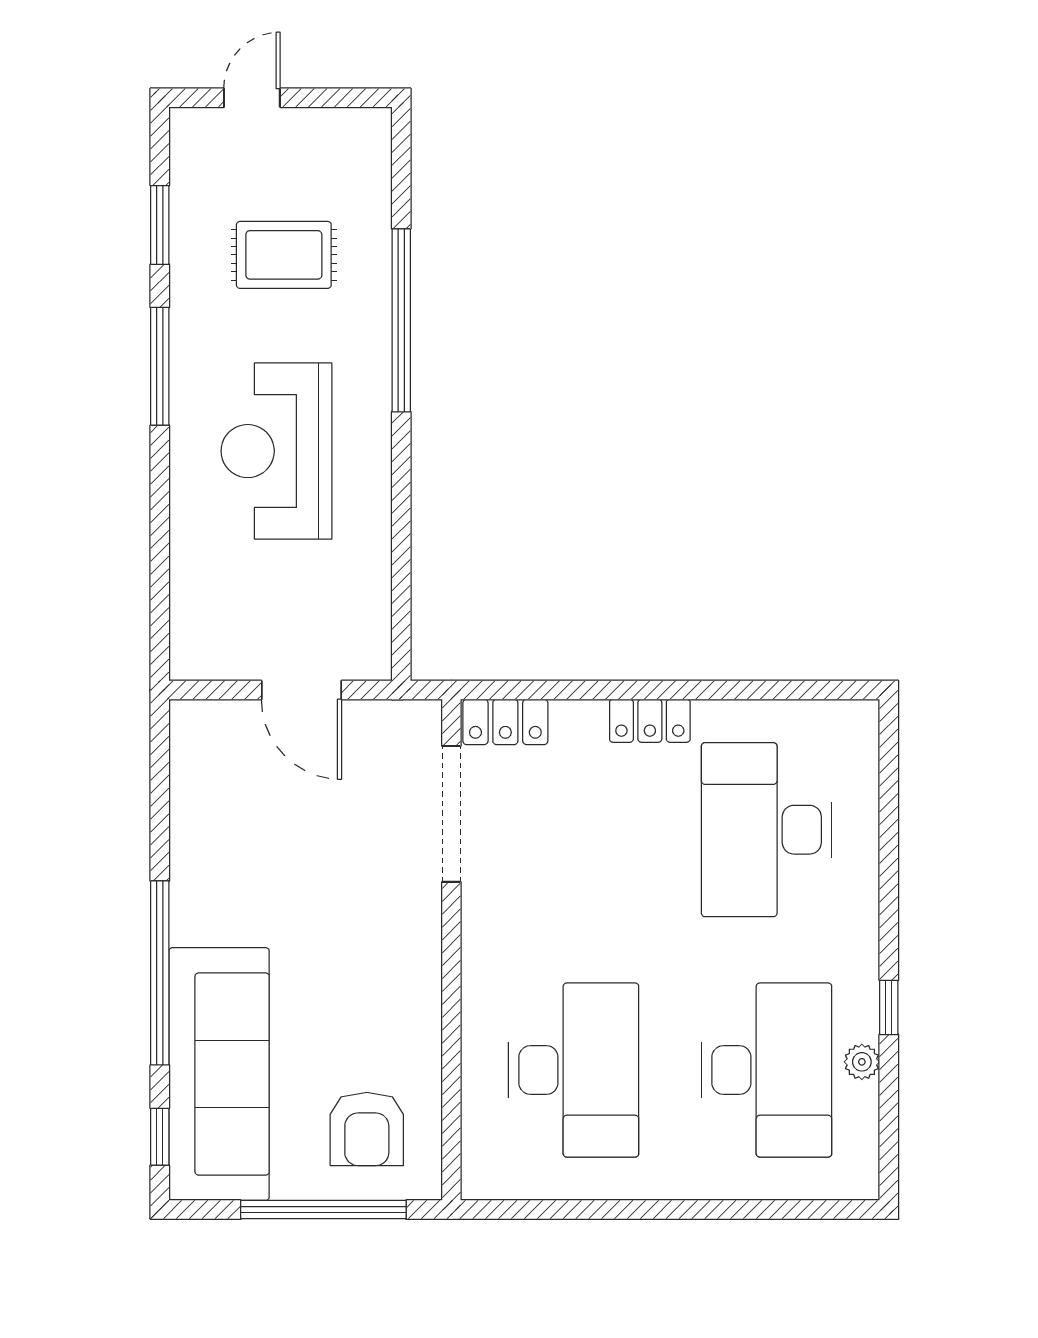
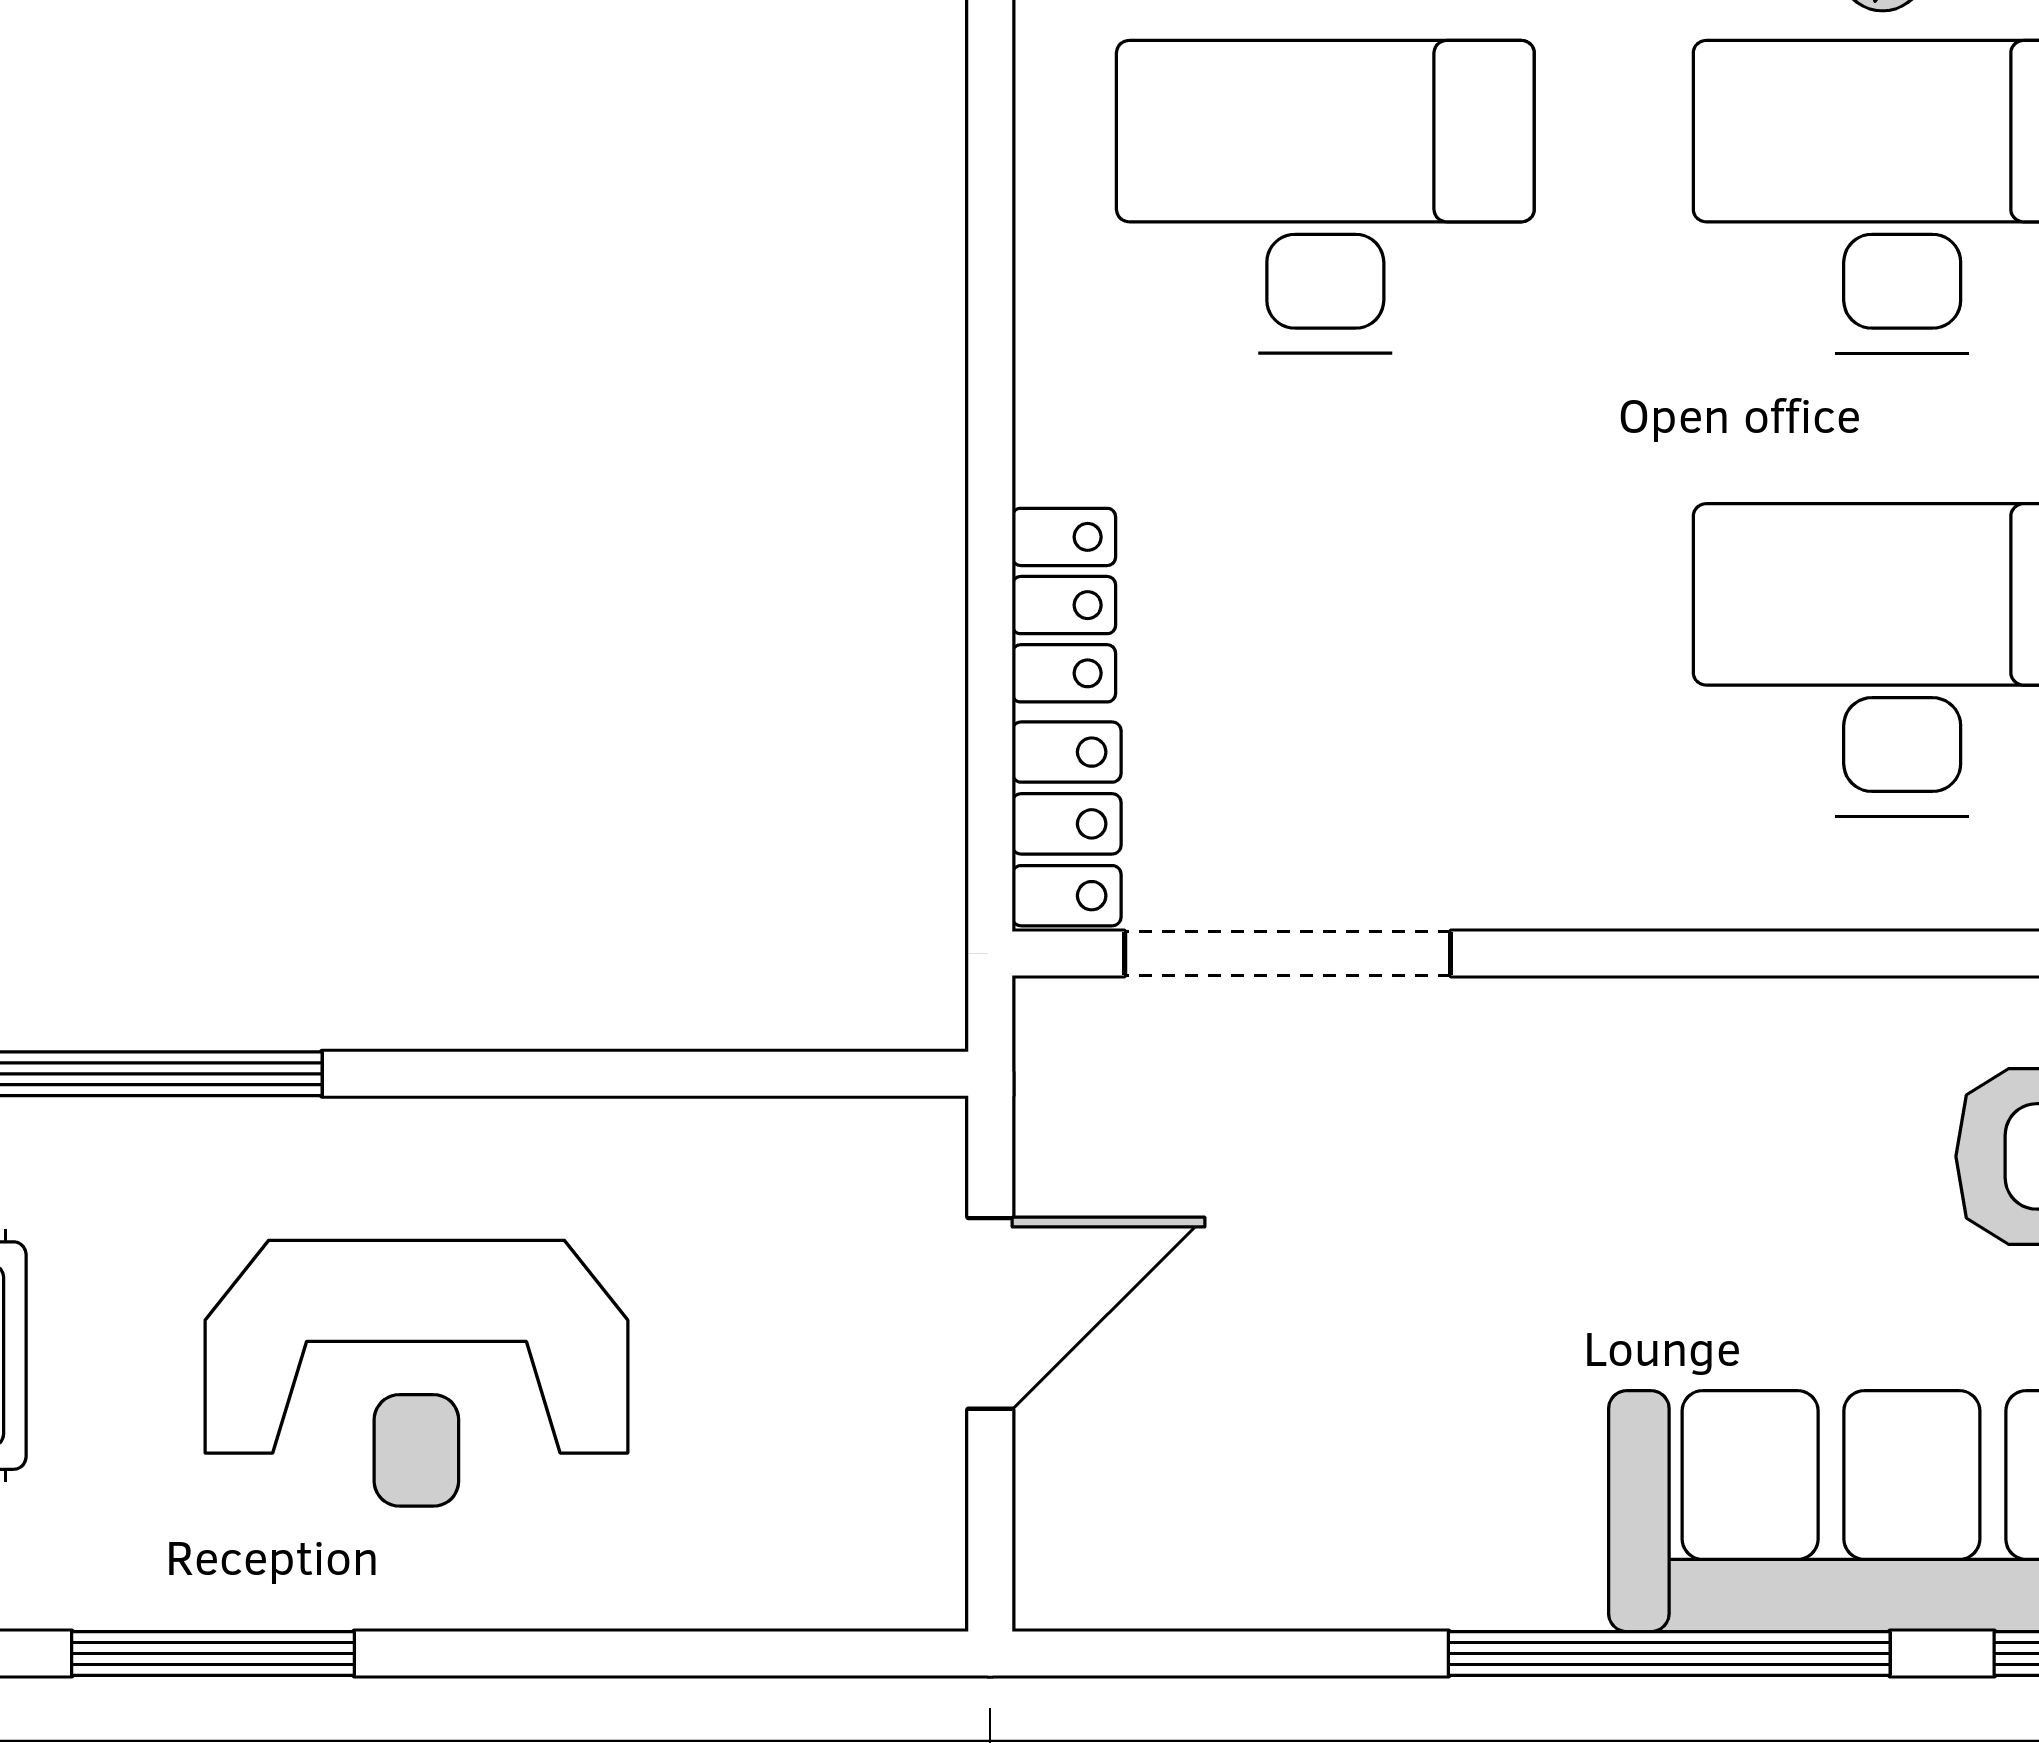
locker: (650, 721) -> (1064, 605), moved
desk: (767, 830) -> (1325, 197), turned 180

